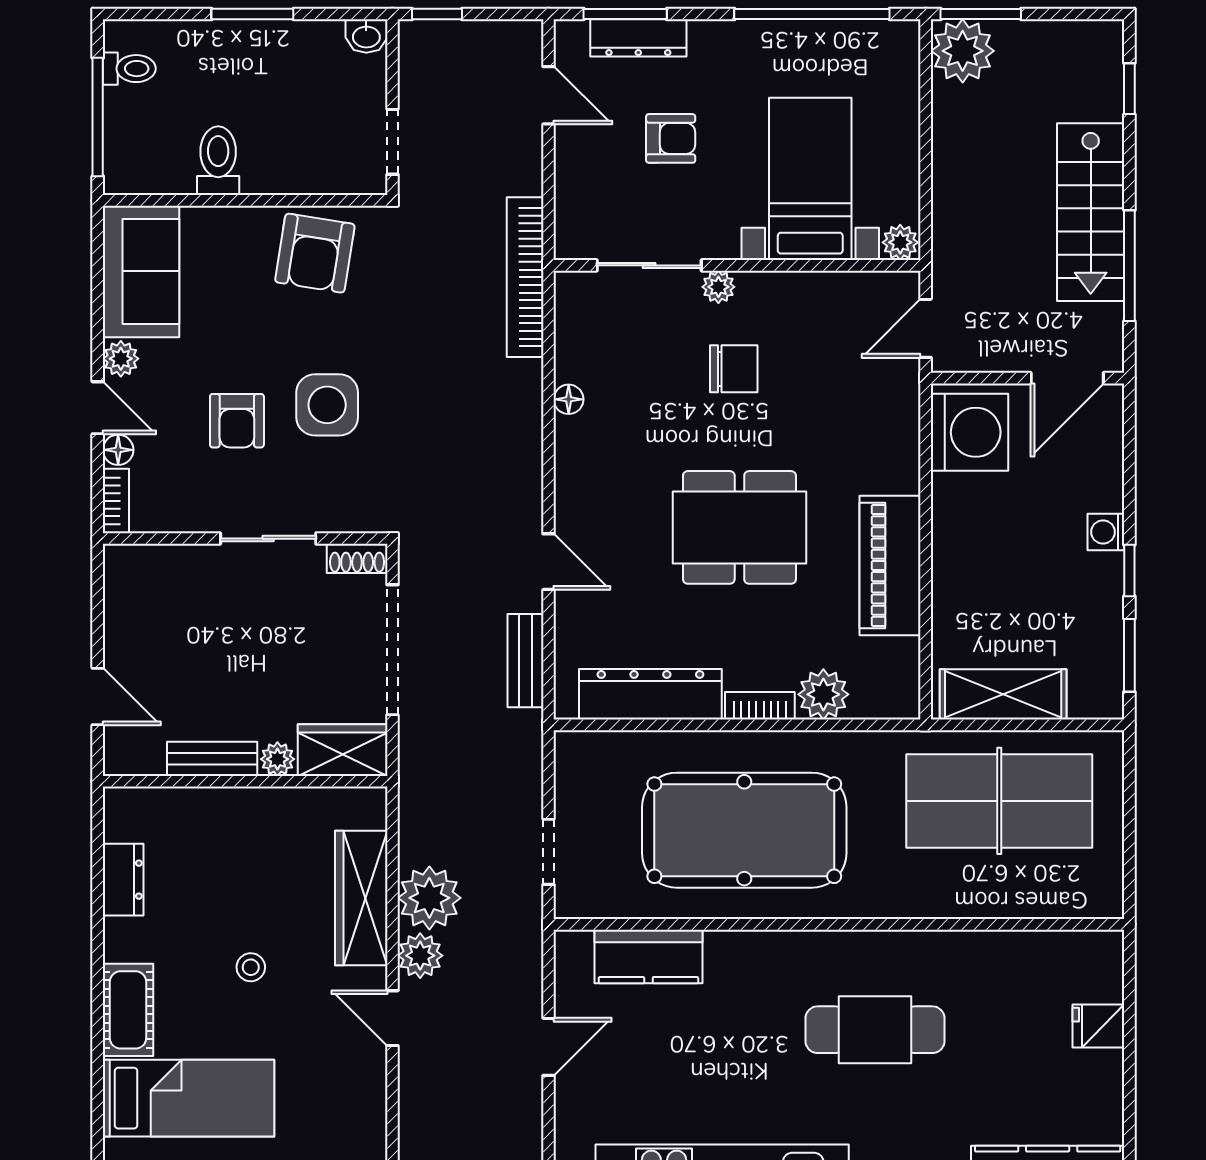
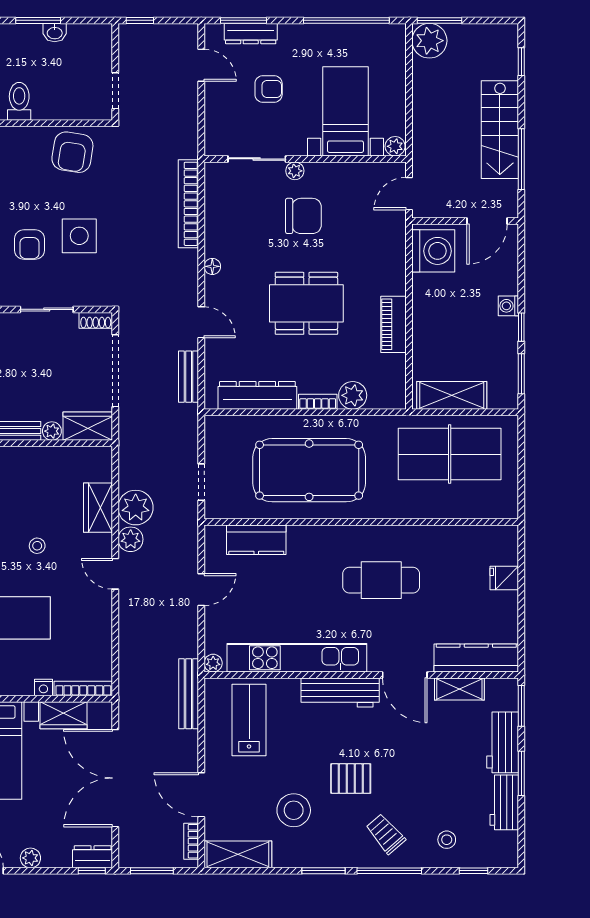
washbasin: (366, 36) -> (55, 33), moved
bookcase: (525, 277) -> (188, 204), moved
chair: (734, 369) -> (303, 216), width x1.37, depth x1.37
floor lamp: (569, 399) -> (212, 266), moved
piano: (890, 565) -> (394, 324), width x0.73, depth x0.75
wardrobe: (361, 898) -> (98, 508), width x0.67

